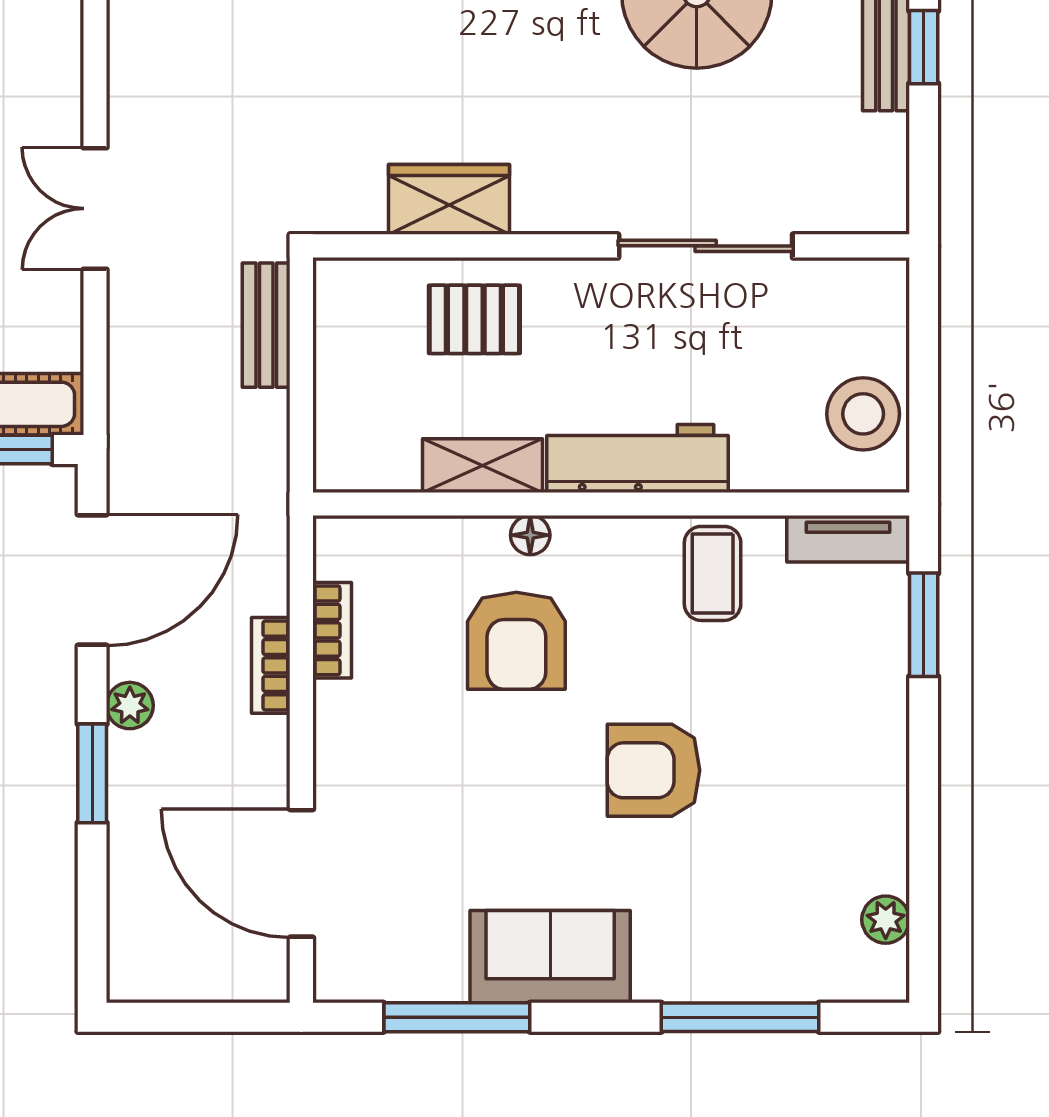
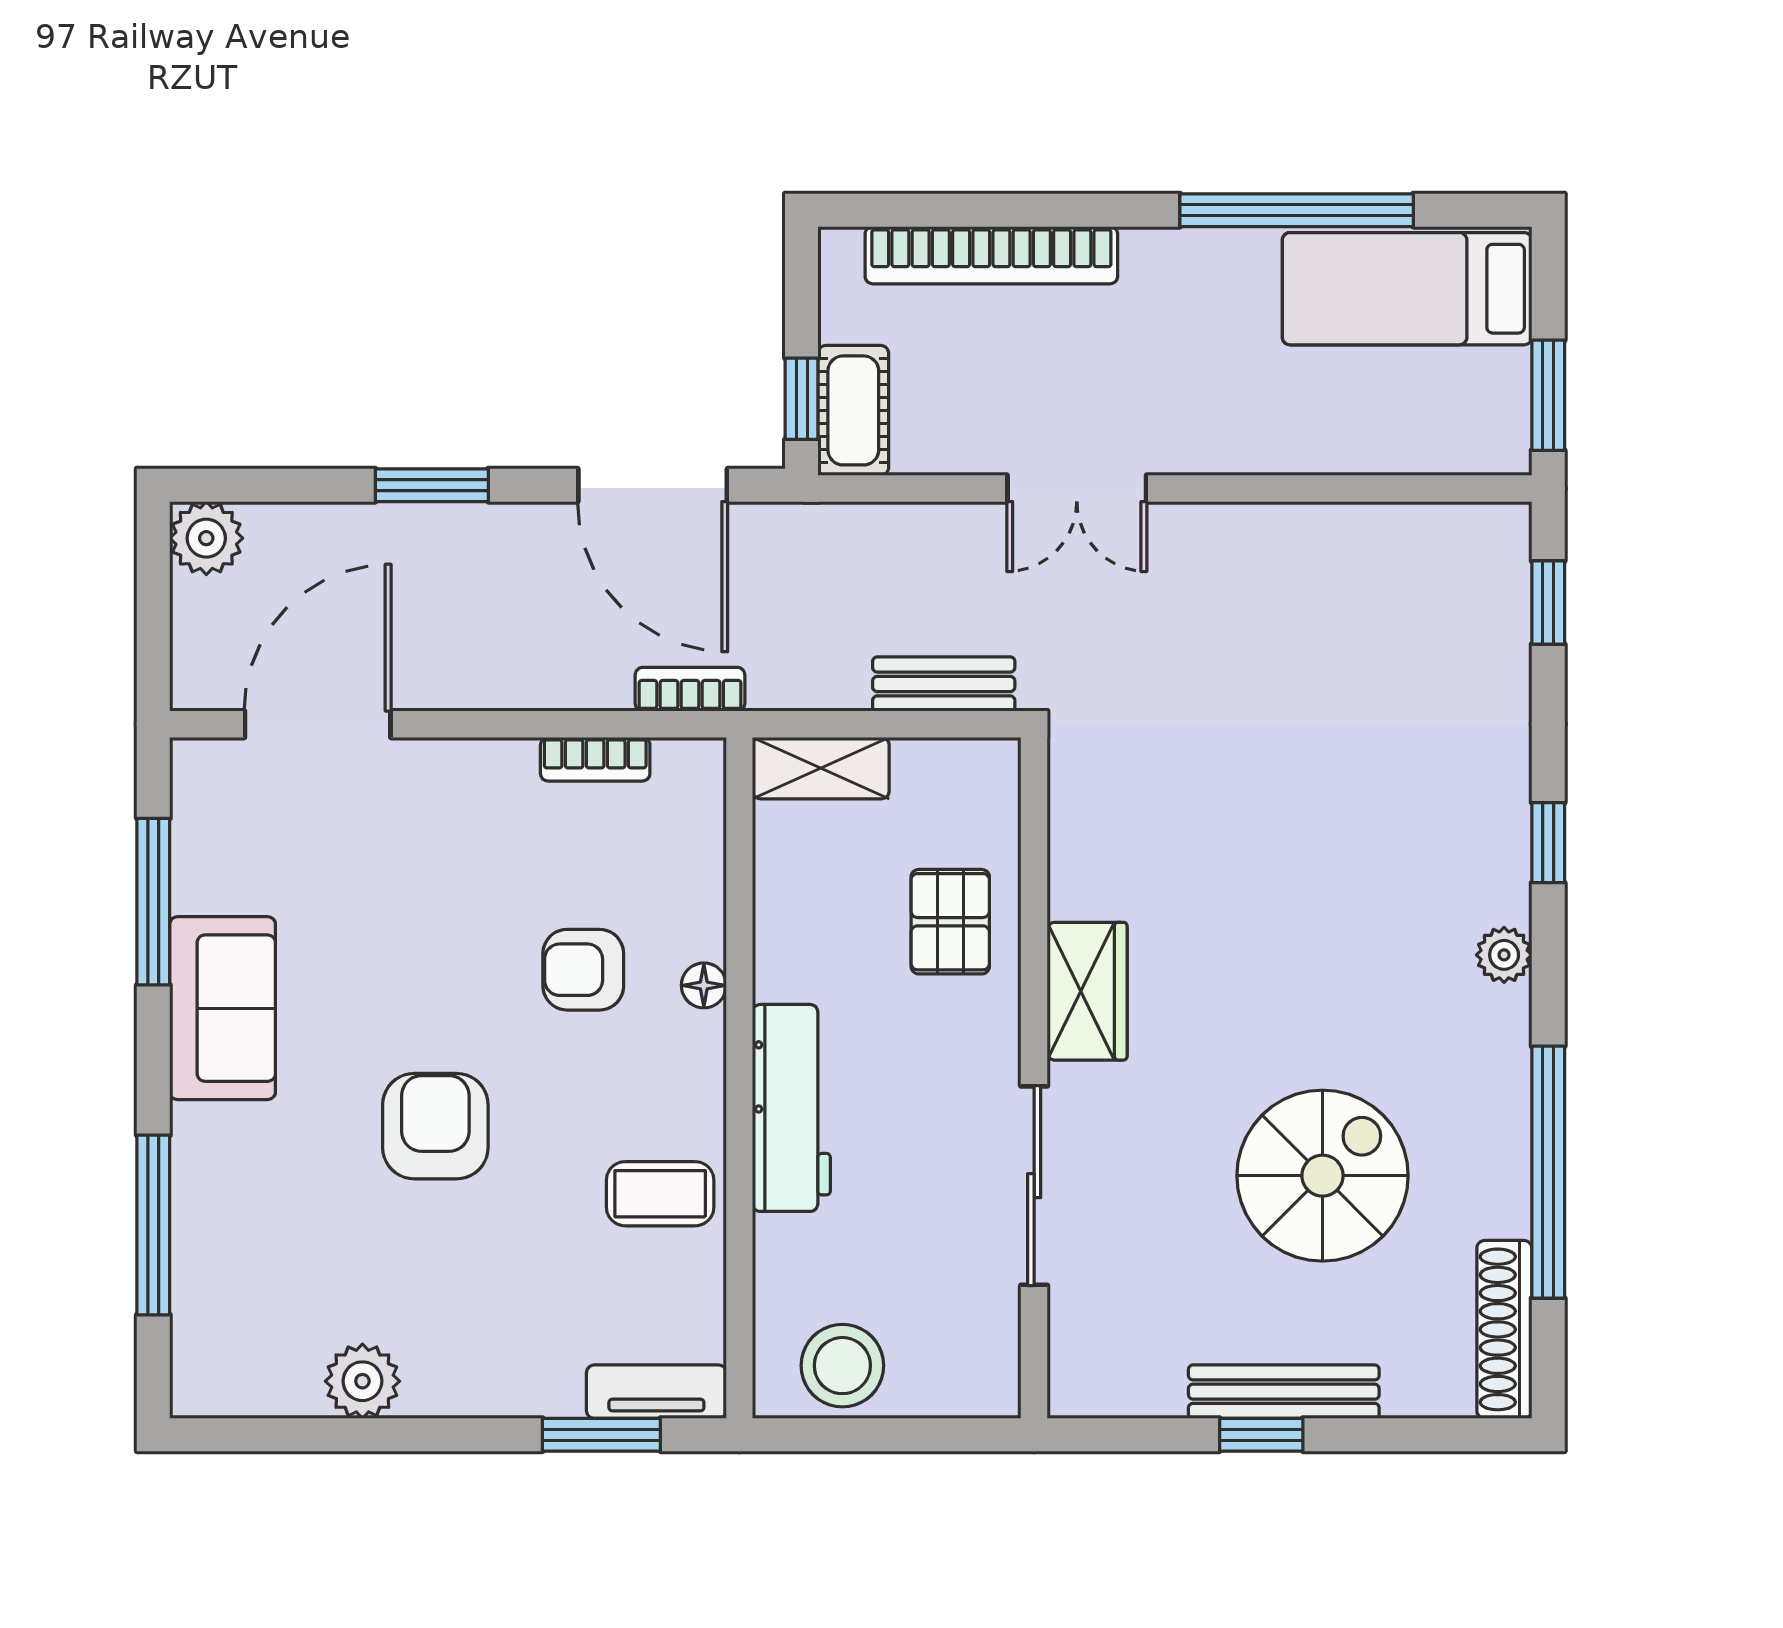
wardrobe: (449, 199) -> (1087, 991), moved
double door: (95, 209) -> (1077, 488), swing flipped
shelving: (482, 466) -> (821, 768), moved, turned 90
tv unit: (848, 539) -> (656, 1392), moved, turned 90
armchair: (516, 641) -> (583, 970), width x0.72, depth x0.72
bookcase: (271, 665) -> (690, 689), moved
plant: (130, 706) -> (206, 538), moved, width x1.38, depth x1.38
plant: (886, 920) -> (362, 1381), moved, width x1.38, depth x1.38

